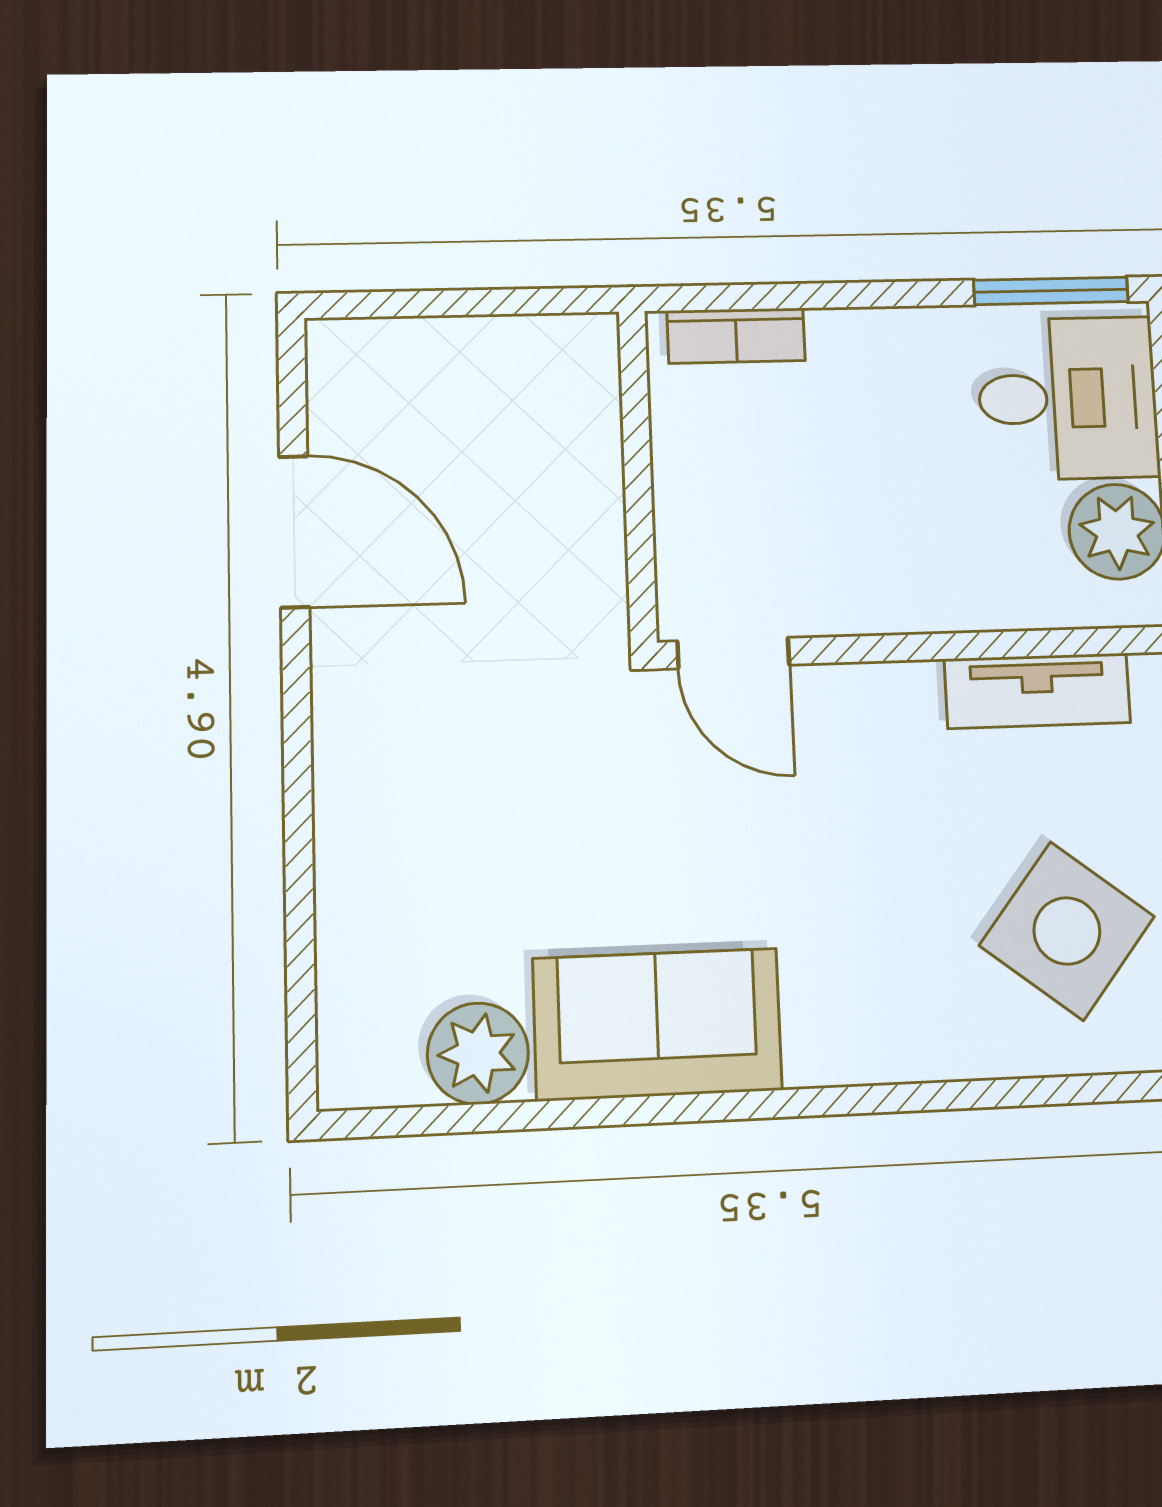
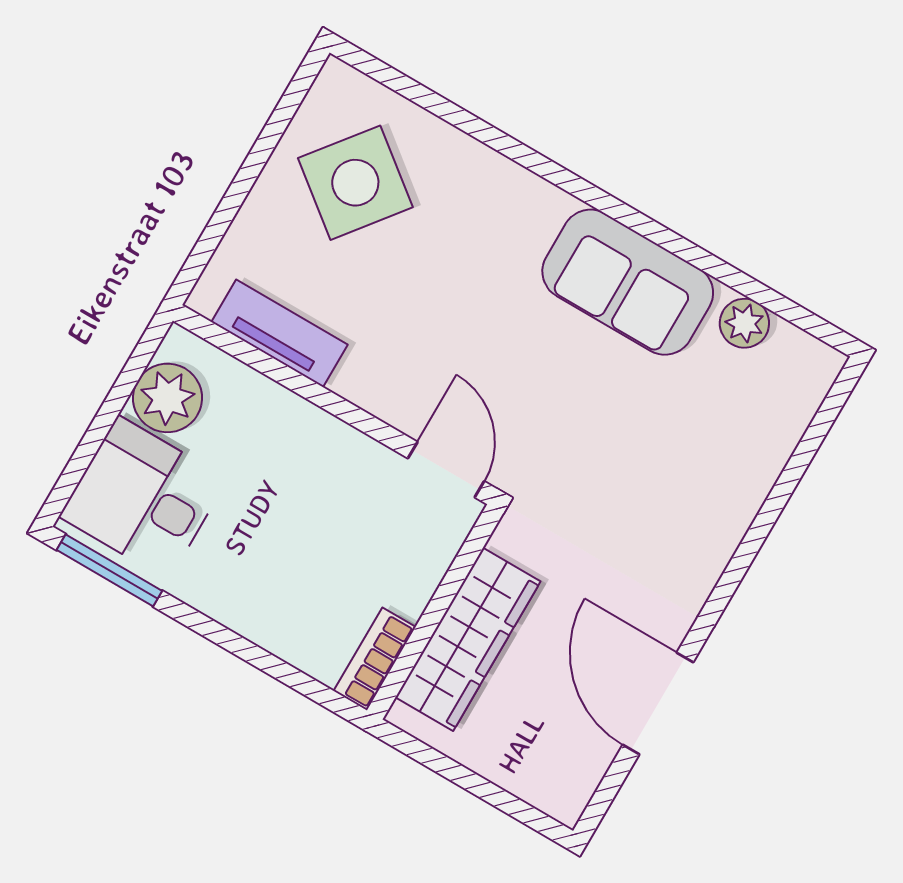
bookcase: (736, 336) -> (375, 659), moved, turned -90
wardrobe: (577, 467) -> (468, 639), added
plant: (478, 1054) -> (744, 323), width x0.73, depth x0.73

